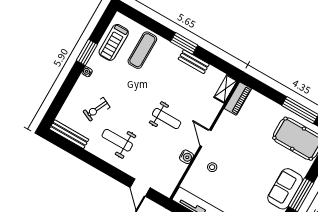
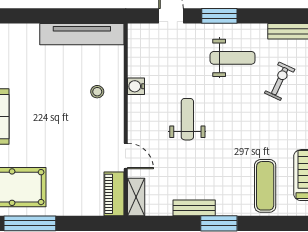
weight bench: (167, 119) -> (187, 119), turned 90
door: (206, 138) -> (126, 156), moved
window: (111, 171) -> (219, 16), added

